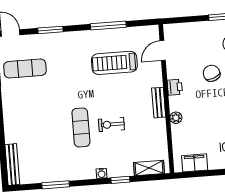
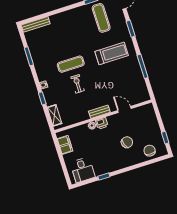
door: (163, 51) -> (124, 109), moved
treadmill: (114, 63) -> (112, 53), moved, turned 90
printer: (175, 87) -> (102, 123), moved

